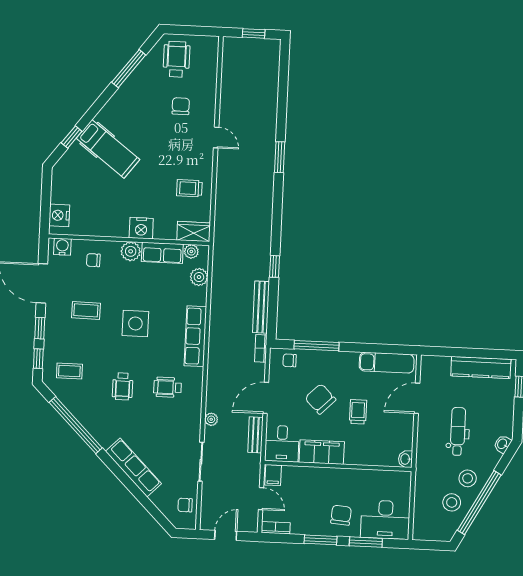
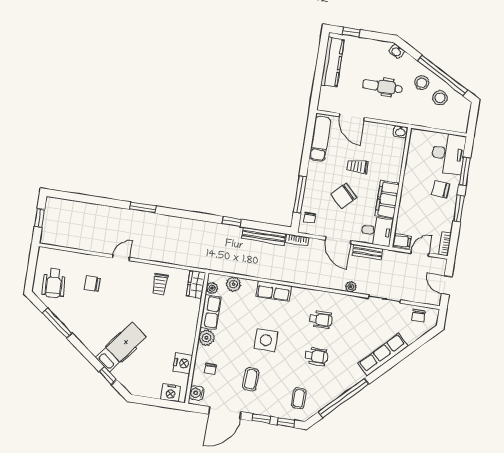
wheelchair: (177, 59) -> (54, 283), turned -93
nightstand: (141, 228) -> (183, 363), moved
row of seats: (195, 336) -> (274, 291), width x0.68
wheelchair: (167, 387) -> (321, 320), turned -90

